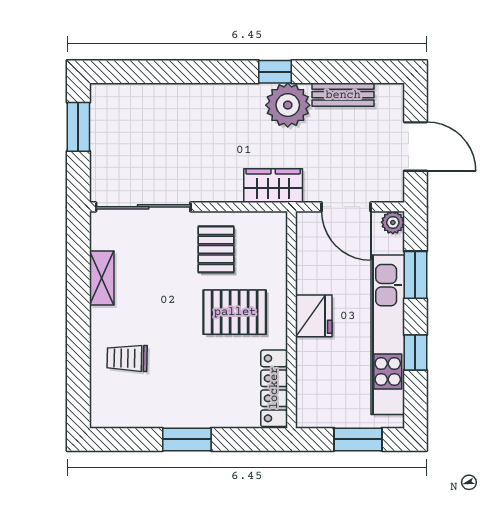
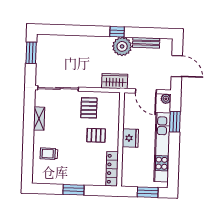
pallet: (235, 312) -> (96, 135), width x0.67, depth x0.71
window: (415, 352) -> (174, 155), removed

